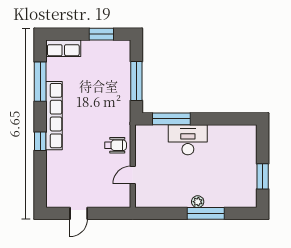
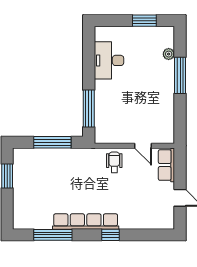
row of seats: (63, 48) -> (166, 165), moved, turned 180
desk: (188, 140) -> (109, 60), moved
plant: (198, 202) -> (169, 54), moved

